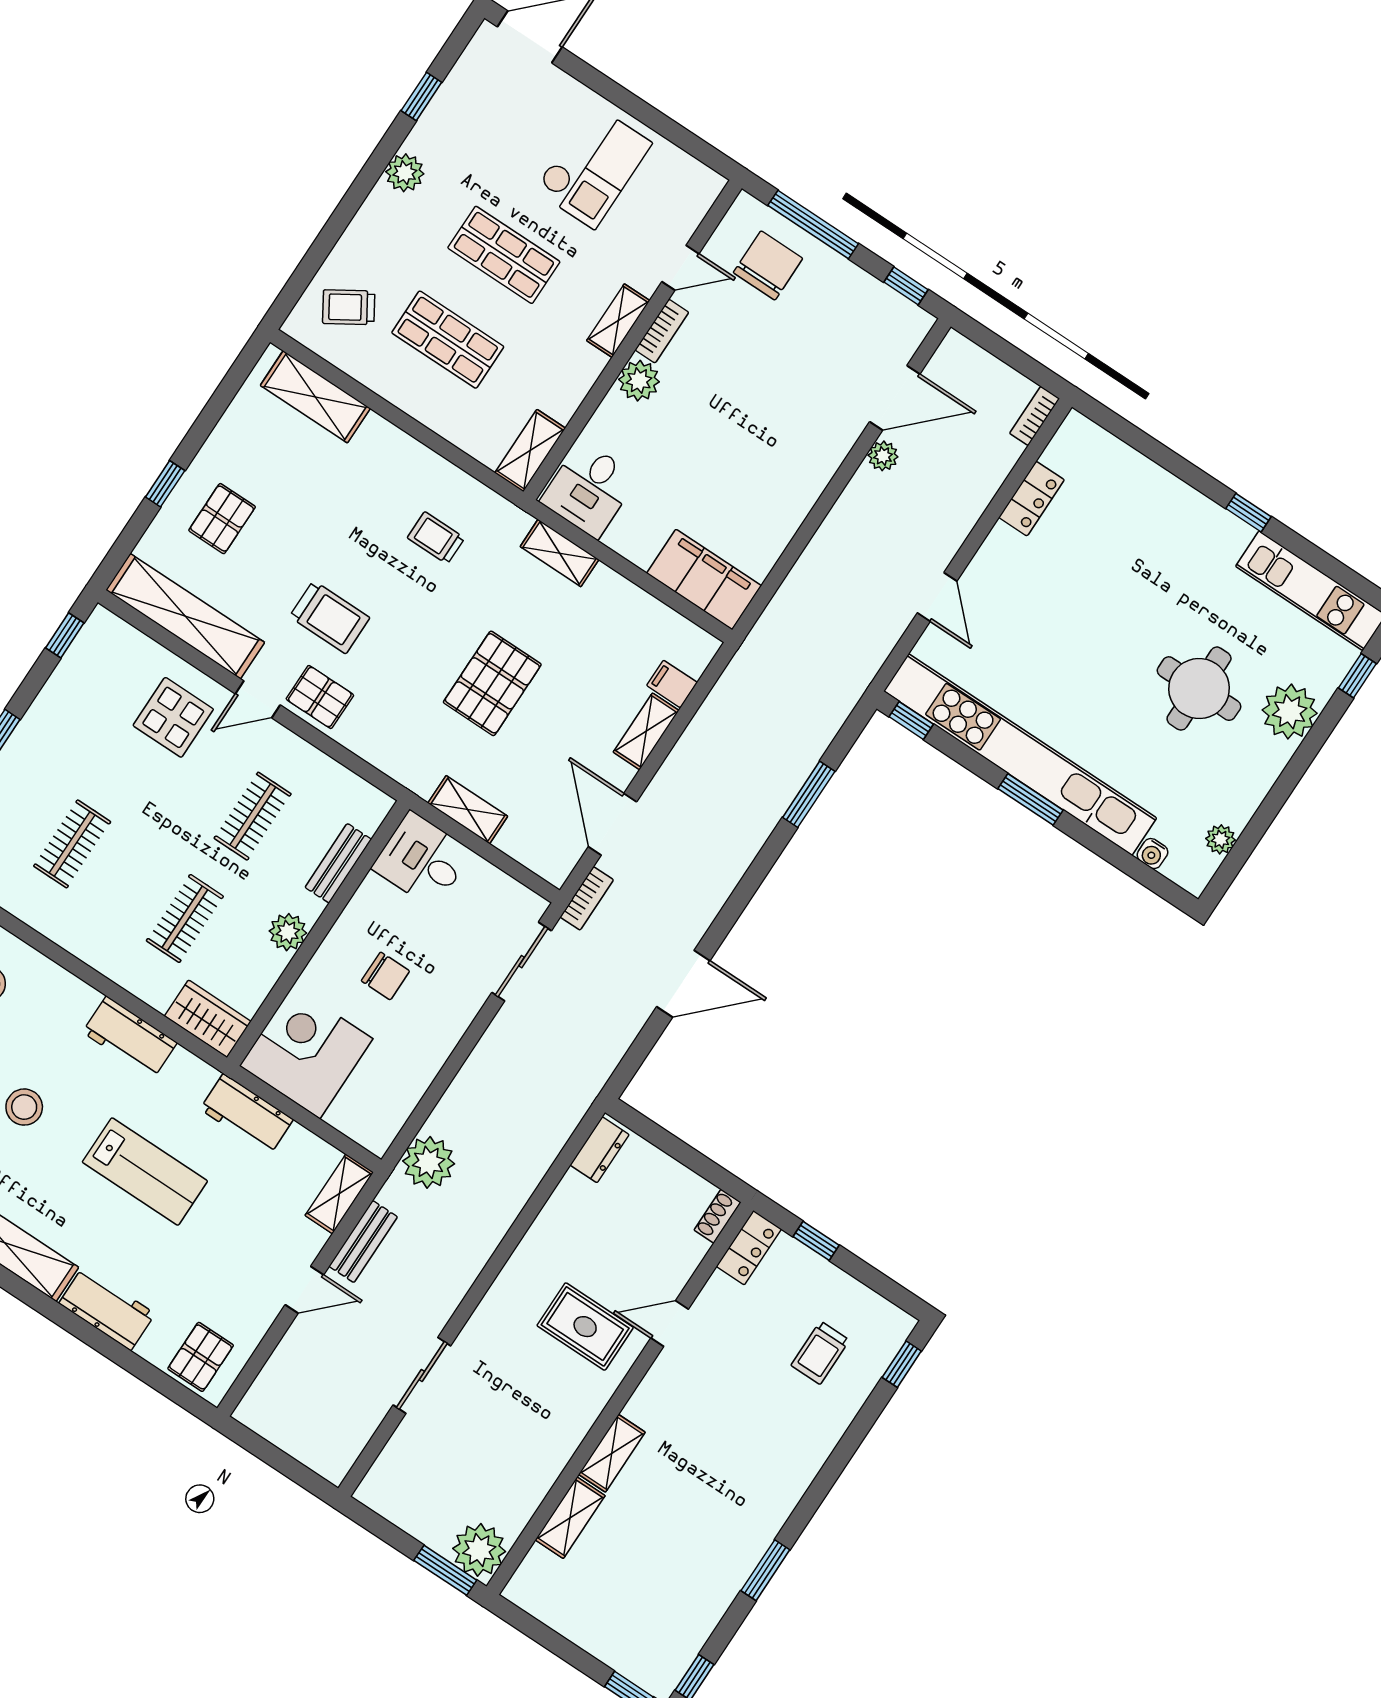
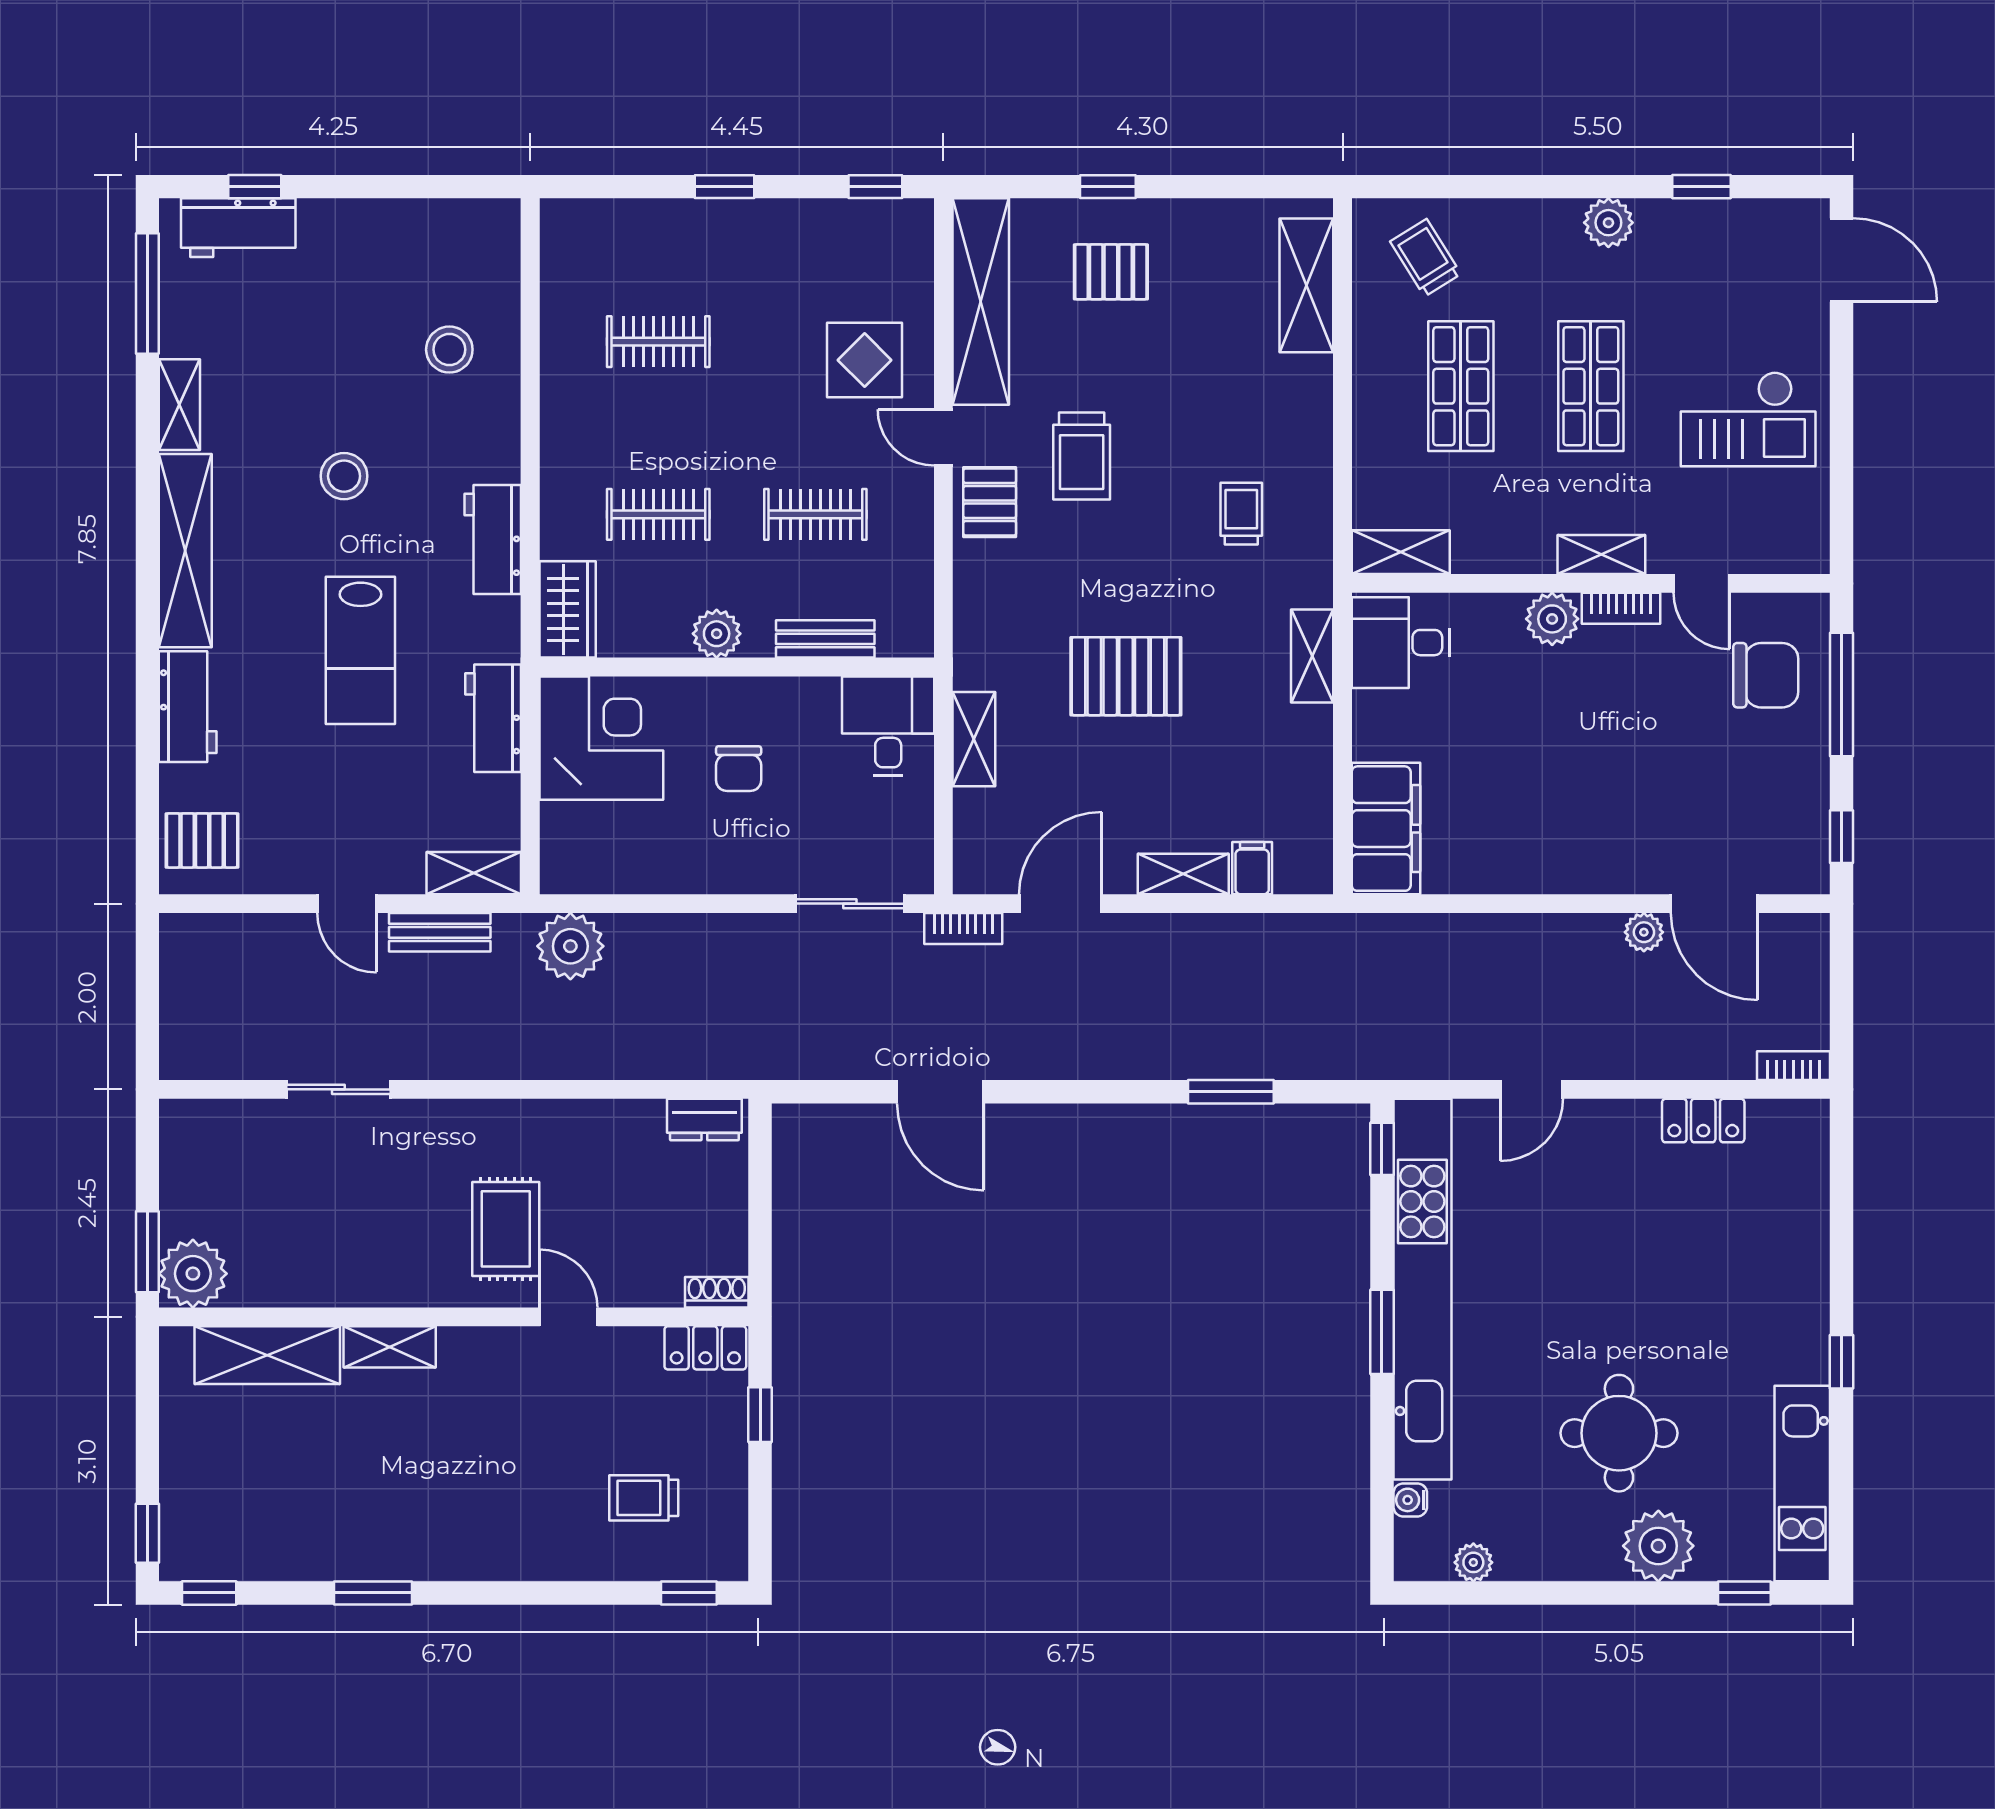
shelving: (570, 1518) -> (267, 1355), width x1.50, depth x1.33

